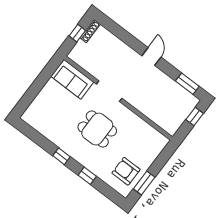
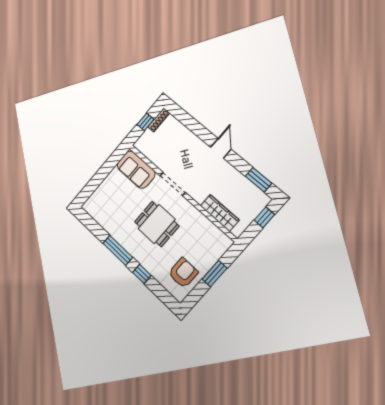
wardrobe: (155, 115) -> (220, 213), added
window: (62, 156) -> (118, 250), width x2.17
armchair: (126, 171) -> (183, 273), turned 90
window: (144, 183) -> (215, 274), moved

